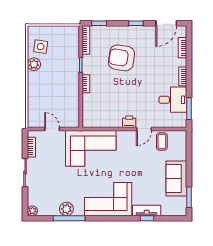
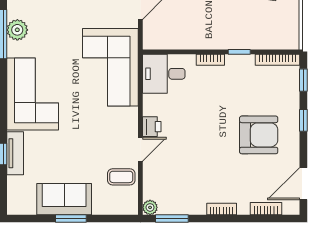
window: (136, 23) -> (303, 120), moved
door: (166, 23) -> (303, 184), hinge flipped
armchair: (121, 58) -> (259, 135), moved, turned 81
desk: (173, 100) -> (164, 74), moved, turned 90
plant: (182, 123) -> (150, 207), added
door: (144, 129) -> (140, 149), swing flipped
window: (189, 197) -> (71, 219), moved

